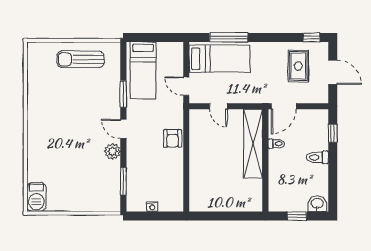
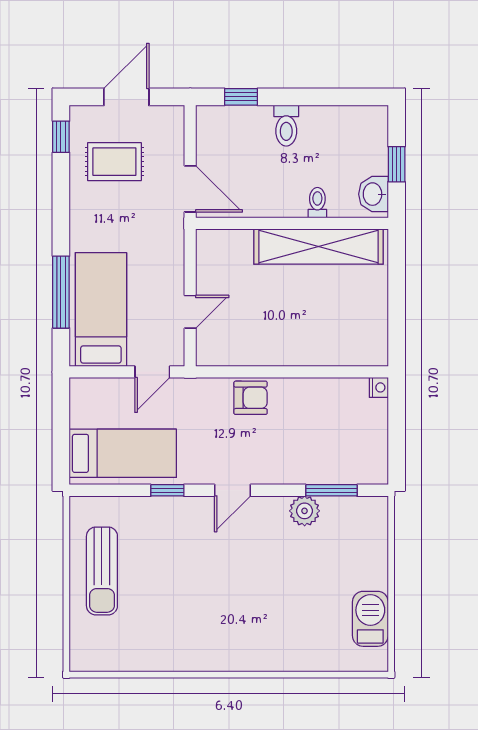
window: (123, 94) -> (167, 490), width x0.67
shelving: (253, 144) -> (318, 247), moved
toilet: (276, 144) -> (317, 203), moved
plant: (112, 151) -> (305, 511), moved
barbecue: (36, 197) -> (370, 619), moved, turned -90
washbasin: (317, 204) -> (373, 194), moved
nightstand: (152, 207) -> (379, 387), moved

